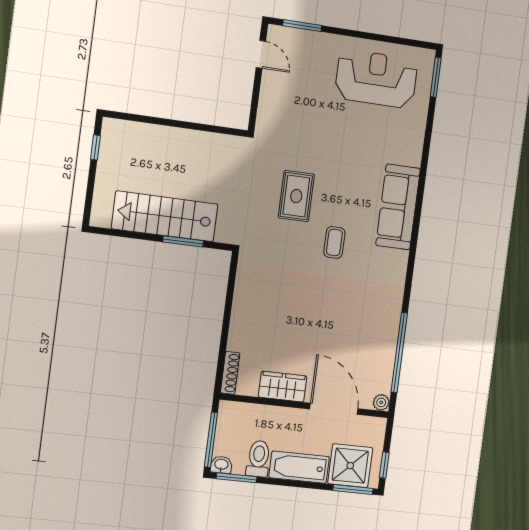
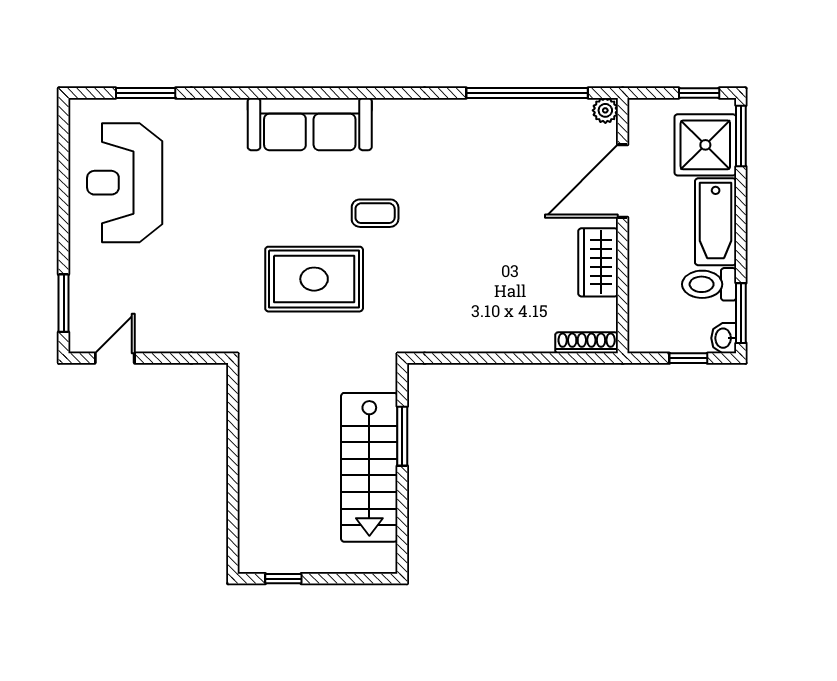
window: (436, 77) -> (146, 93), moved
rug: (296, 196) -> (314, 279), width x1.36, depth x1.43
window: (211, 440) -> (688, 358), width x0.46

